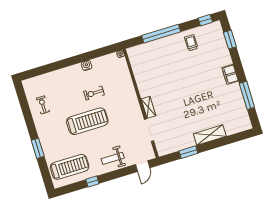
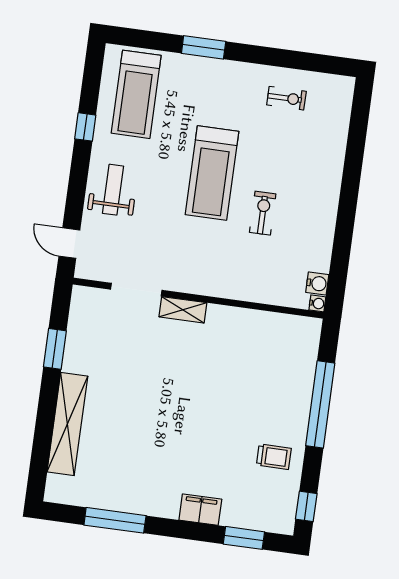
water cooler: (87, 65) -> (317, 283), moved
filing cabinet: (230, 74) -> (200, 510), moved
shelving: (210, 135) -> (67, 424), width x1.47

